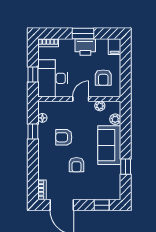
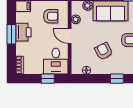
desk: (53, 78) -> (56, 61), width x0.73
window: (33, 132) -> (117, 79), moved
armchair: (64, 137) -> (104, 51), turned 153

